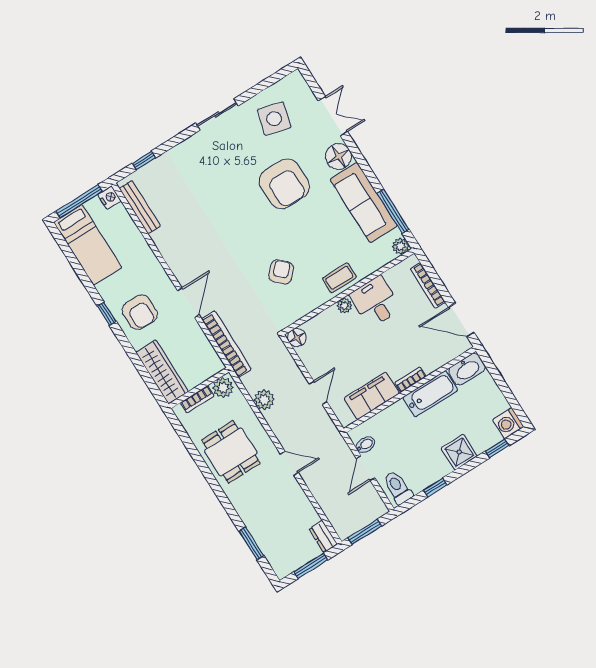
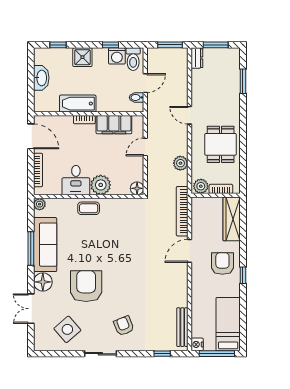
side table: (274, 119) -> (67, 329), turned 34
window: (393, 211) -> (31, 249), moved
armchair: (281, 272) -> (124, 326), moved, turned 114
plant: (344, 306) -> (101, 185), width x1.87, depth x1.87
washbasin: (467, 369) -> (41, 78), moved, turned 90
washing machine: (508, 423) -> (117, 56), moved, turned 90

